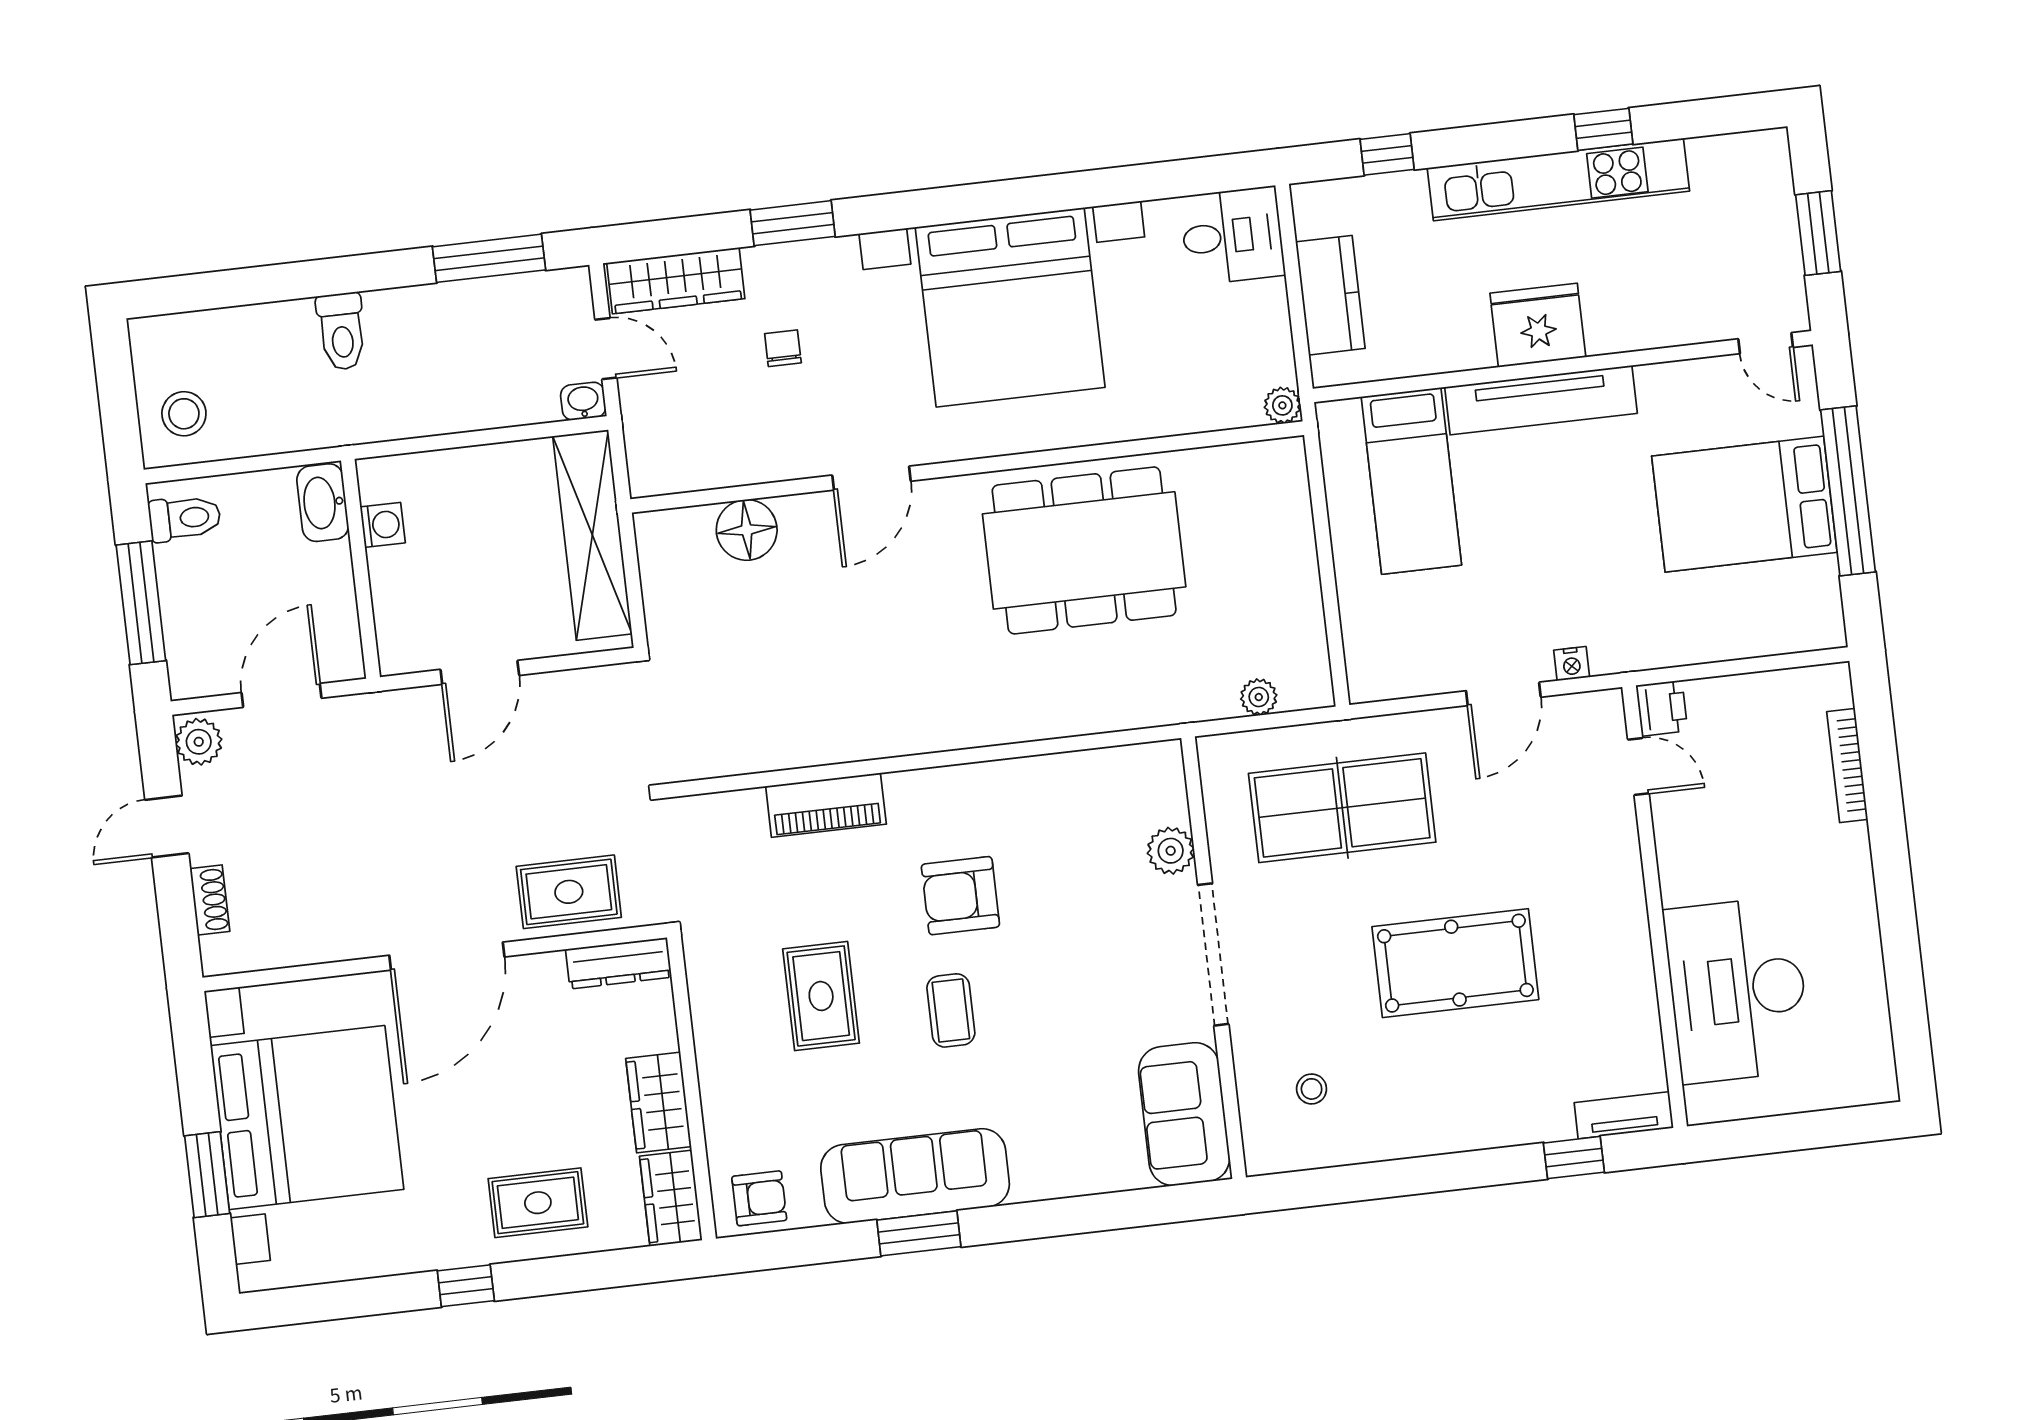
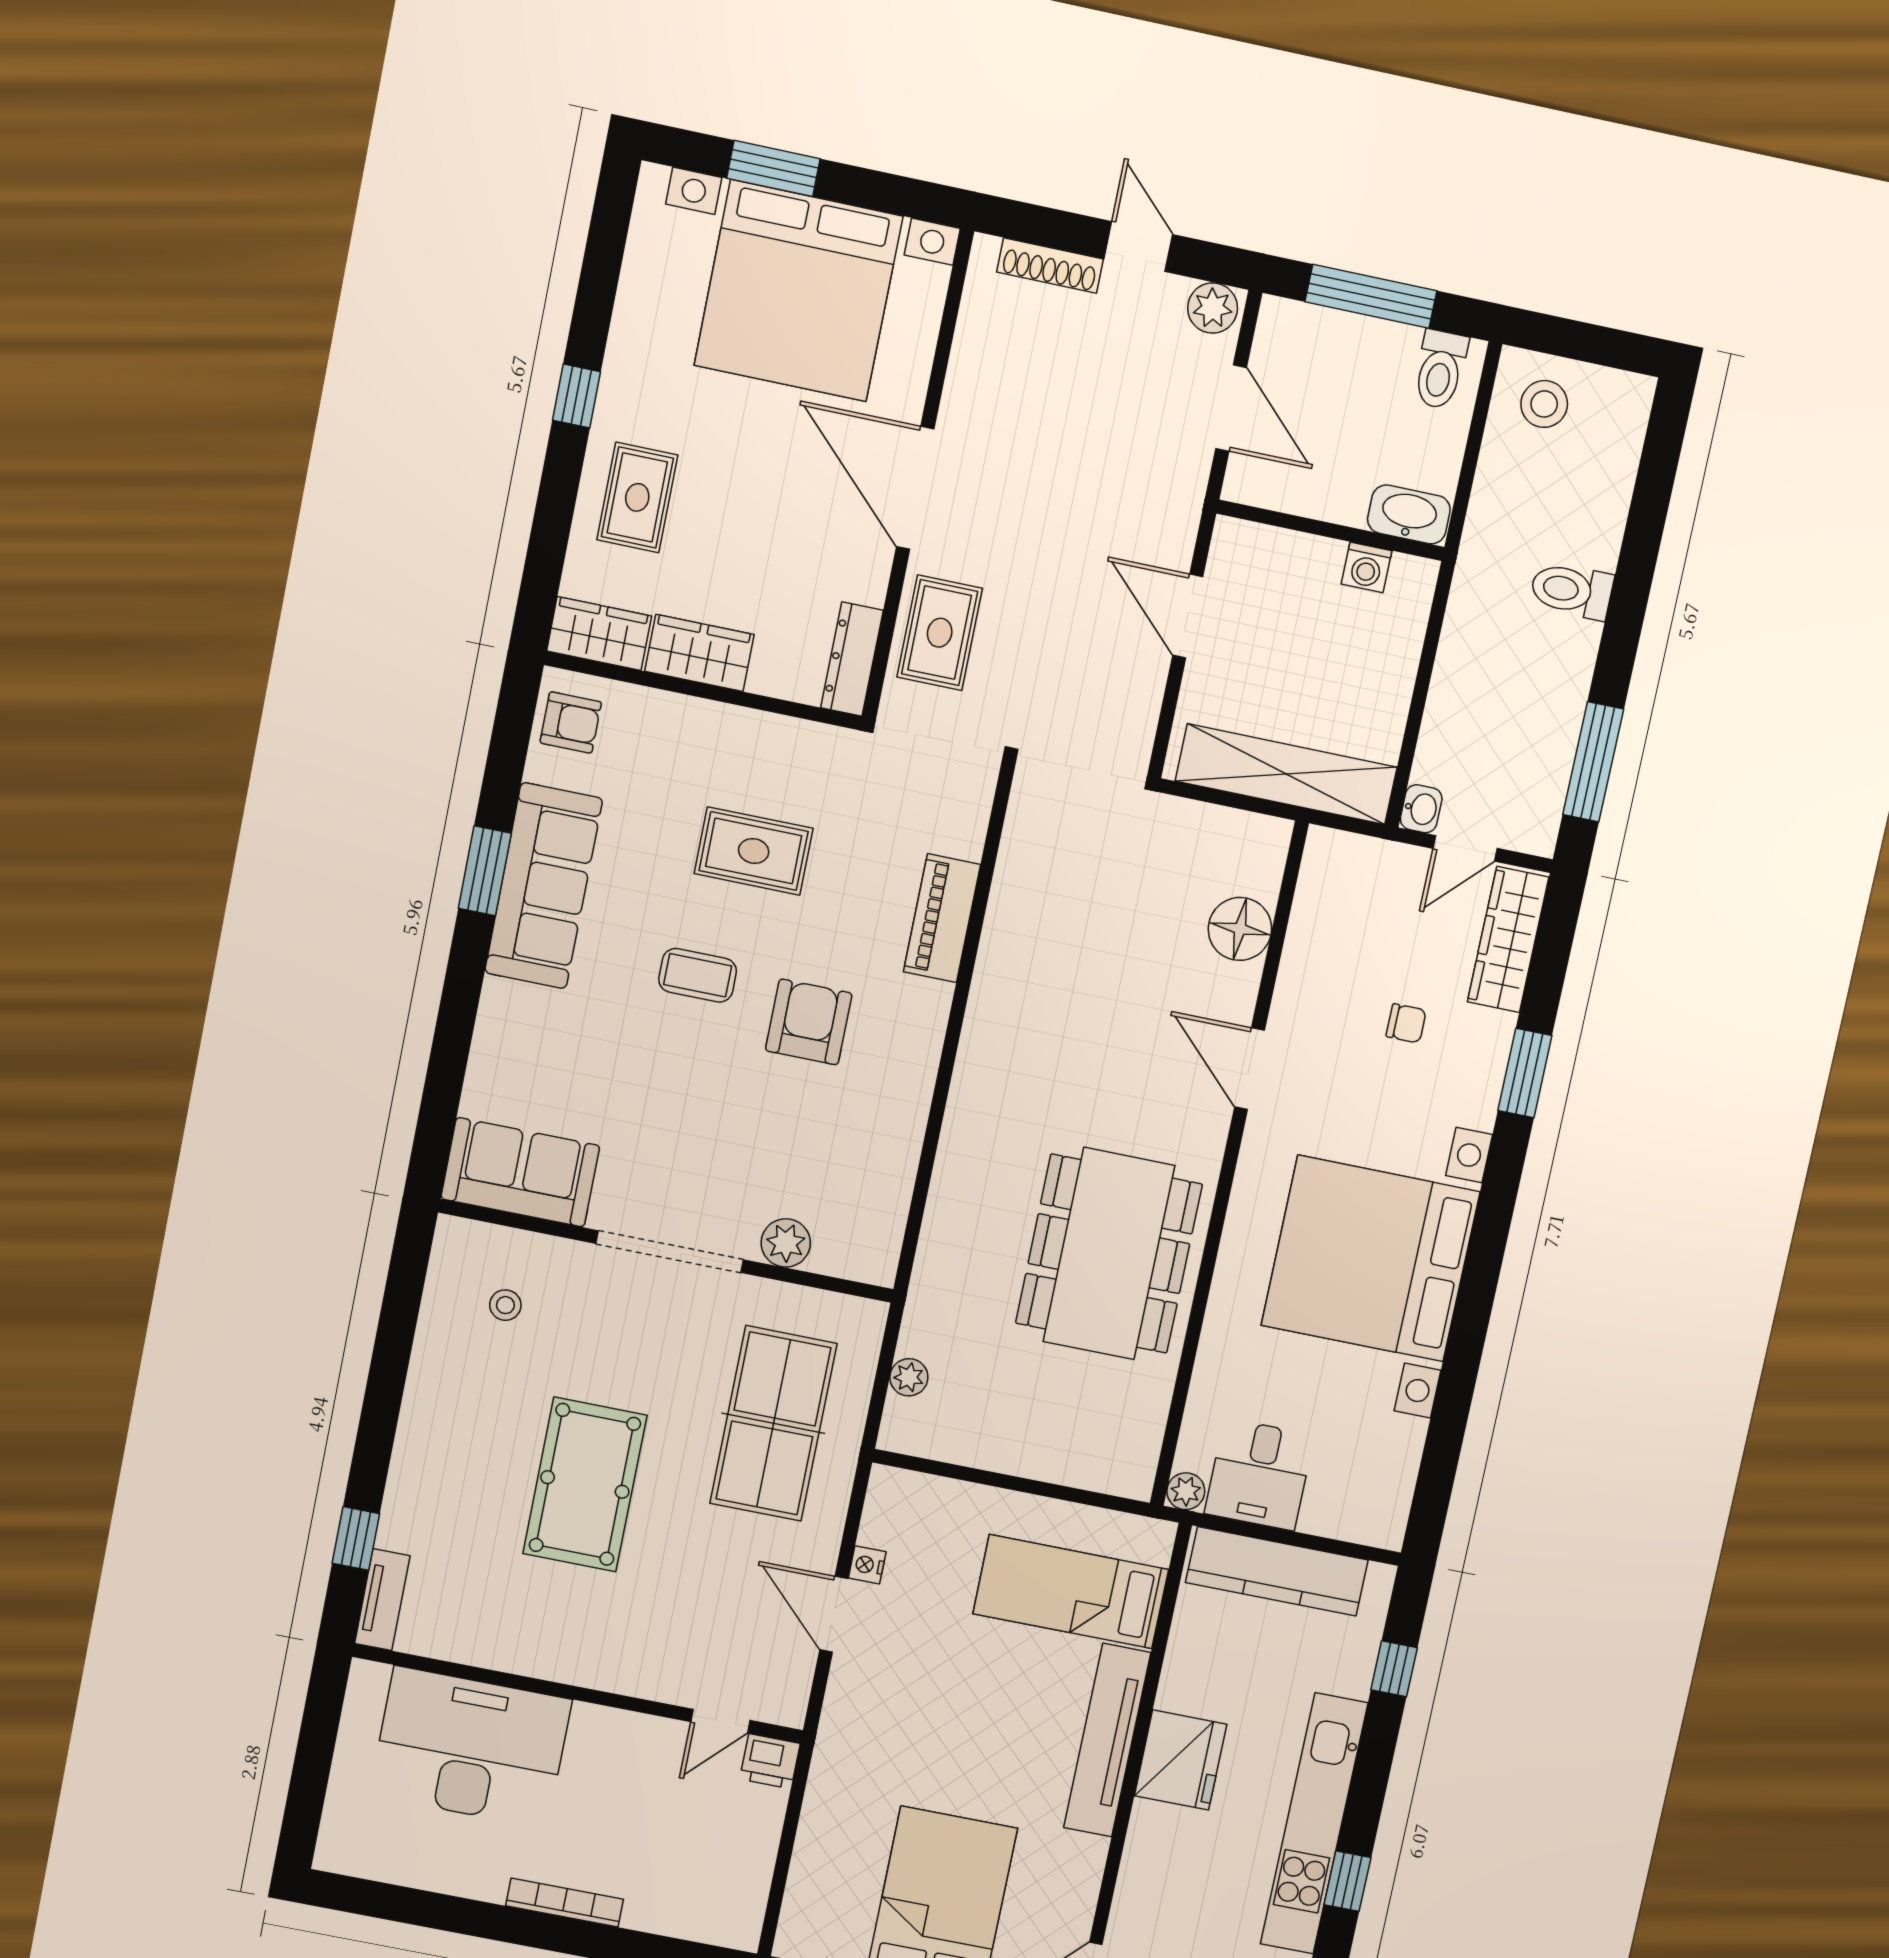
desk: (1232, 236) -> (1259, 1474), moved
kitchen counter: (1330, 295) -> (1277, 1571), width x1.50
nightstand: (1572, 664) -> (867, 1565), moved
bookcase: (1847, 765) -> (565, 1903), moved
shoe rack: (210, 900) -> (1050, 265), width x1.43
armchair: (759, 1198) -> (571, 722), turned -90

